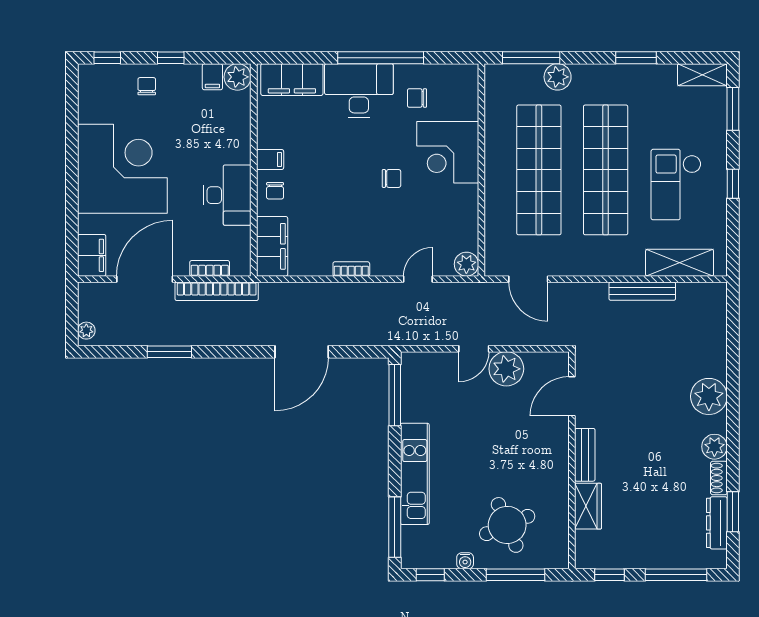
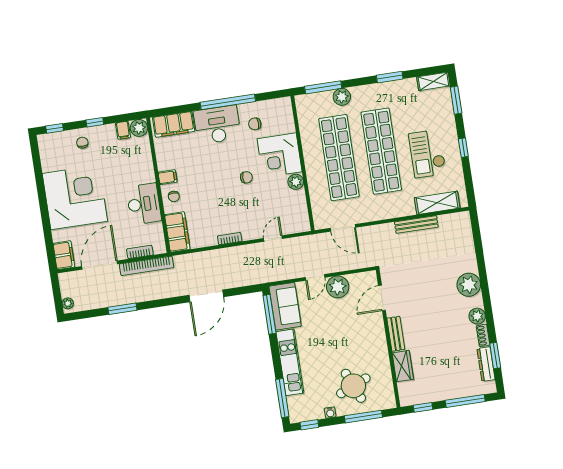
plant: (466, 264) -> (296, 182), moved
sofa: (421, 386) -> (285, 306), added

